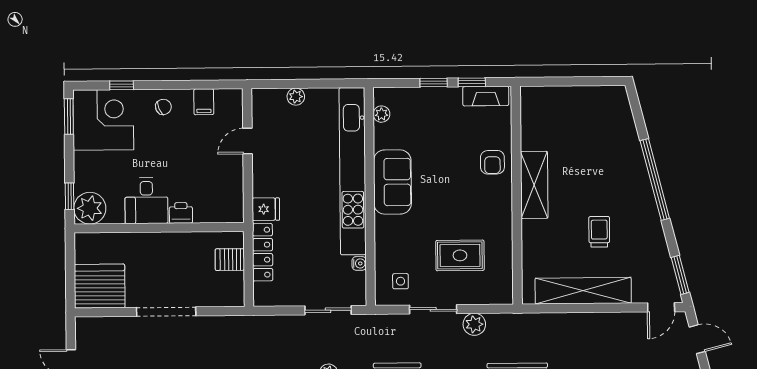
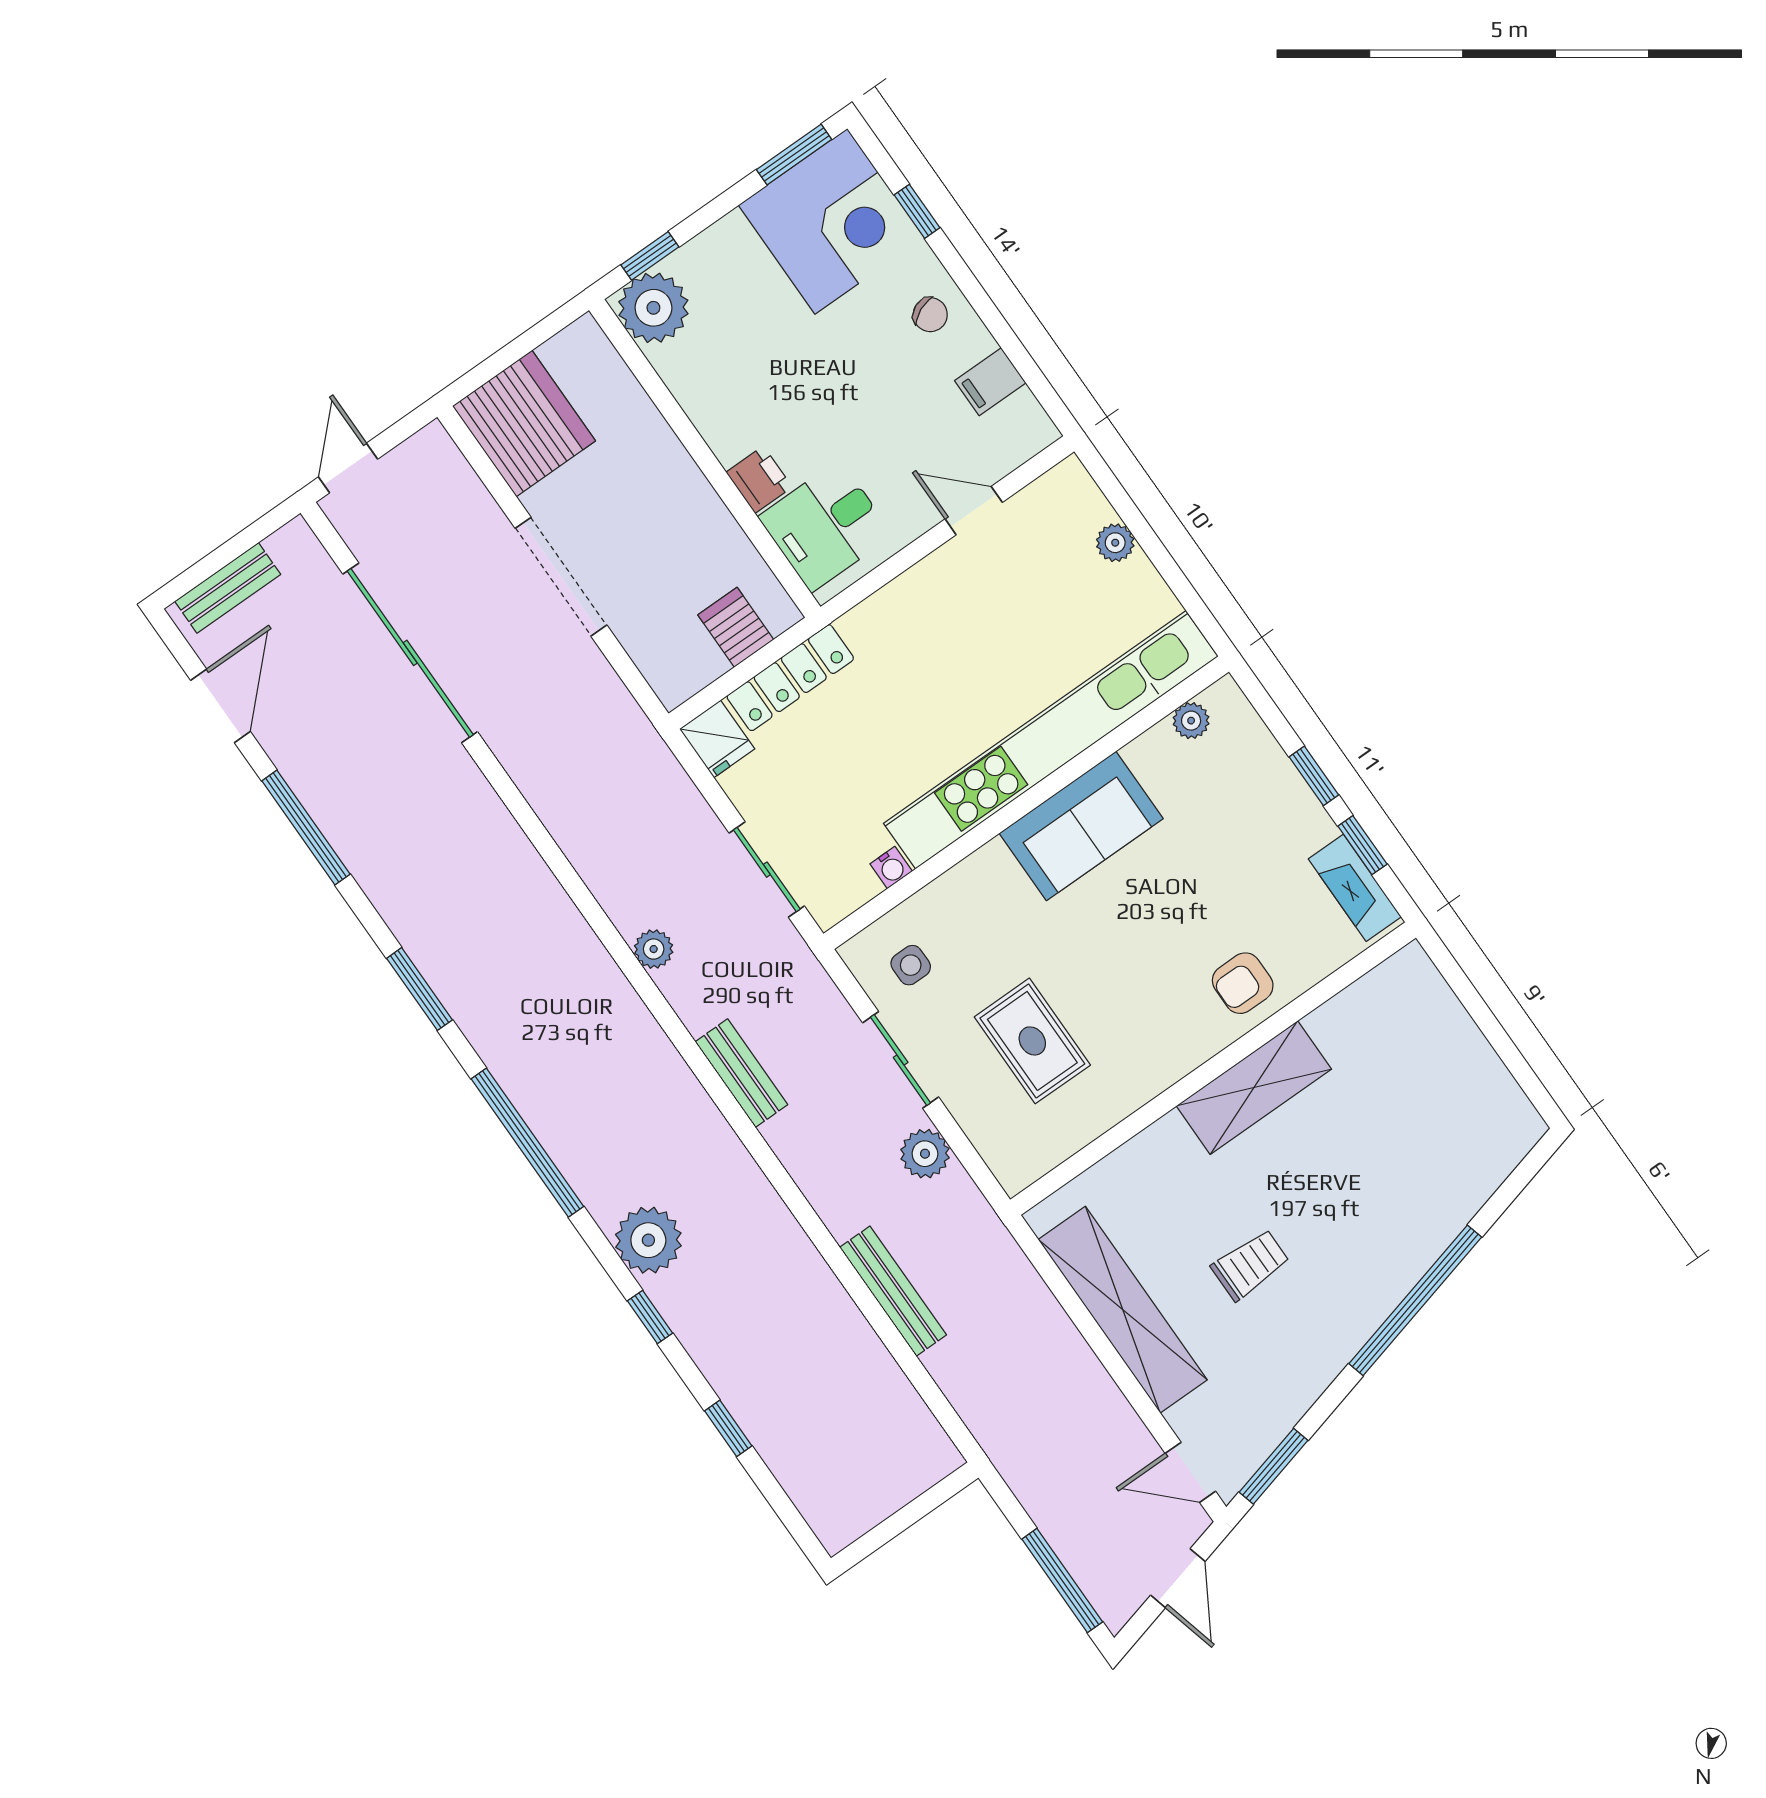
desk: (146, 201) -> (826, 526), moved
fridge: (266, 209) -> (717, 739), moved

